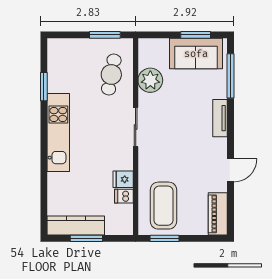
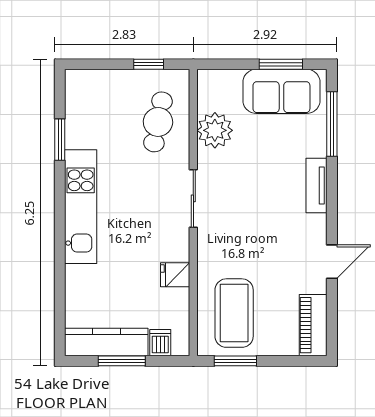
window: (105, 35) -> (149, 64), width x0.67
dishwasher: (124, 196) -> (160, 343), moved, turned 90

